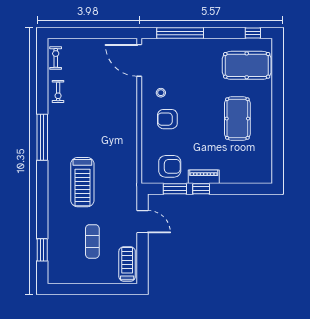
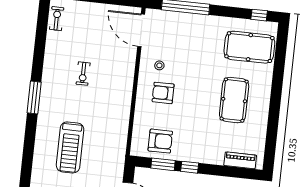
exercise bike: (58, 92) -> (83, 74), moved
window: (42, 137) -> (34, 98), width x0.68
piano: (204, 177) -> (240, 160), moved

